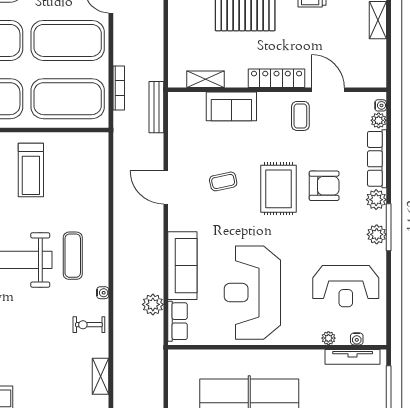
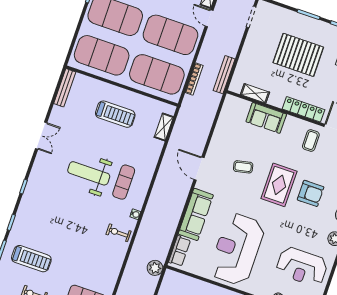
bench: (156, 107) -> (224, 75), moved
treadmill: (31, 170) -> (115, 114), turned -90
door: (166, 188) -> (199, 169), moved
plant: (153, 304) -> (155, 268), moved
shelving: (101, 376) -> (164, 127), moved

